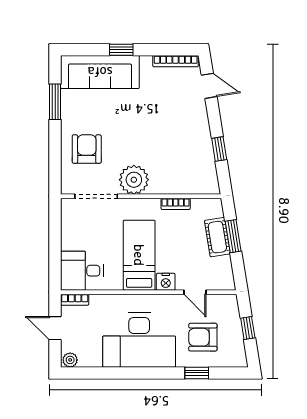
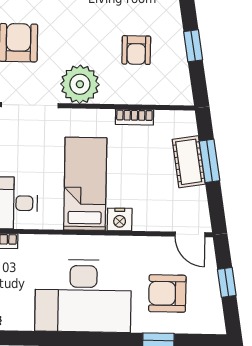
armchair: (176, 153) -> (136, 50), added
door: (195, 292) -> (190, 234), moved

